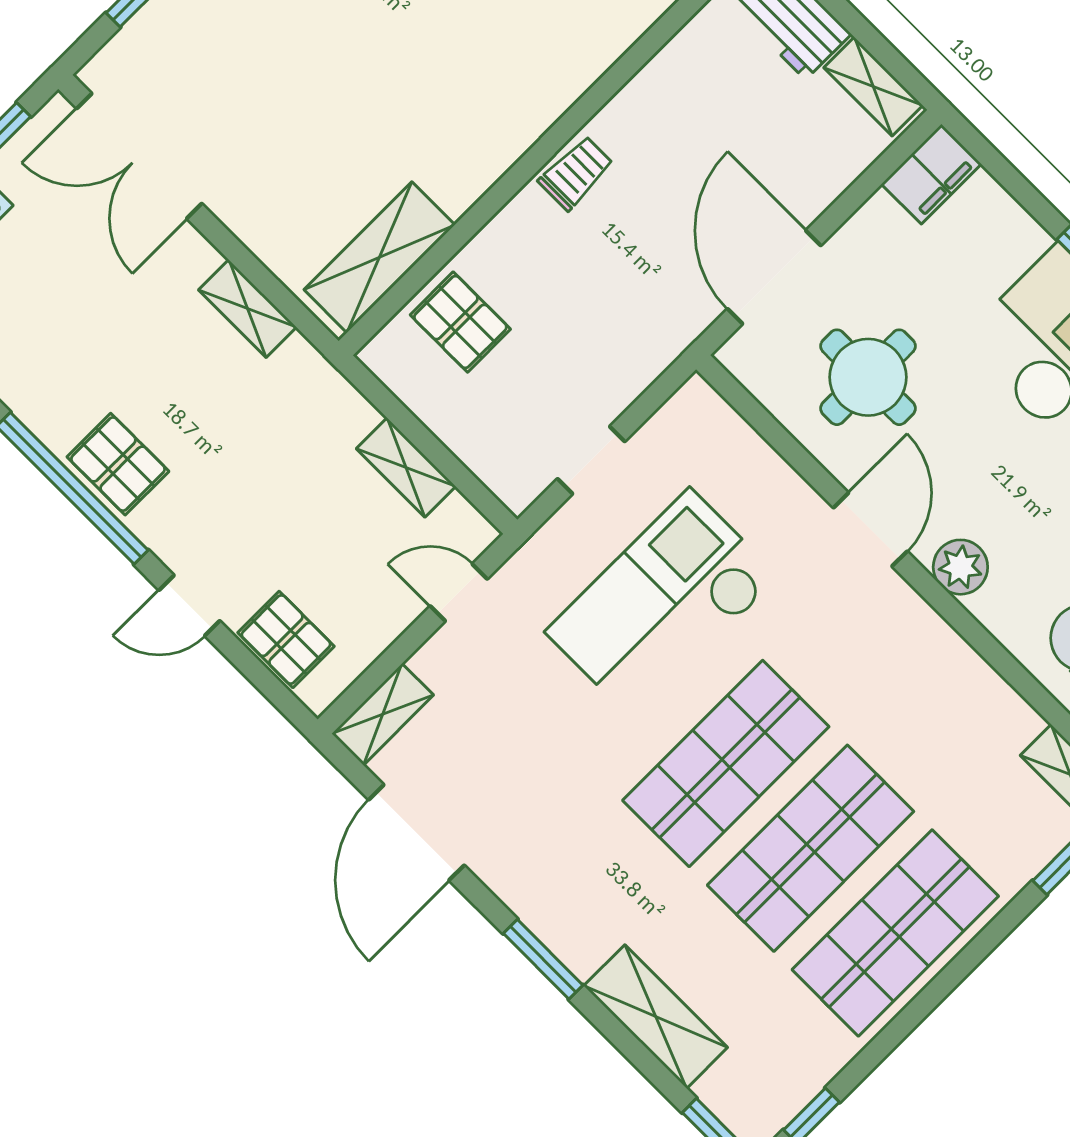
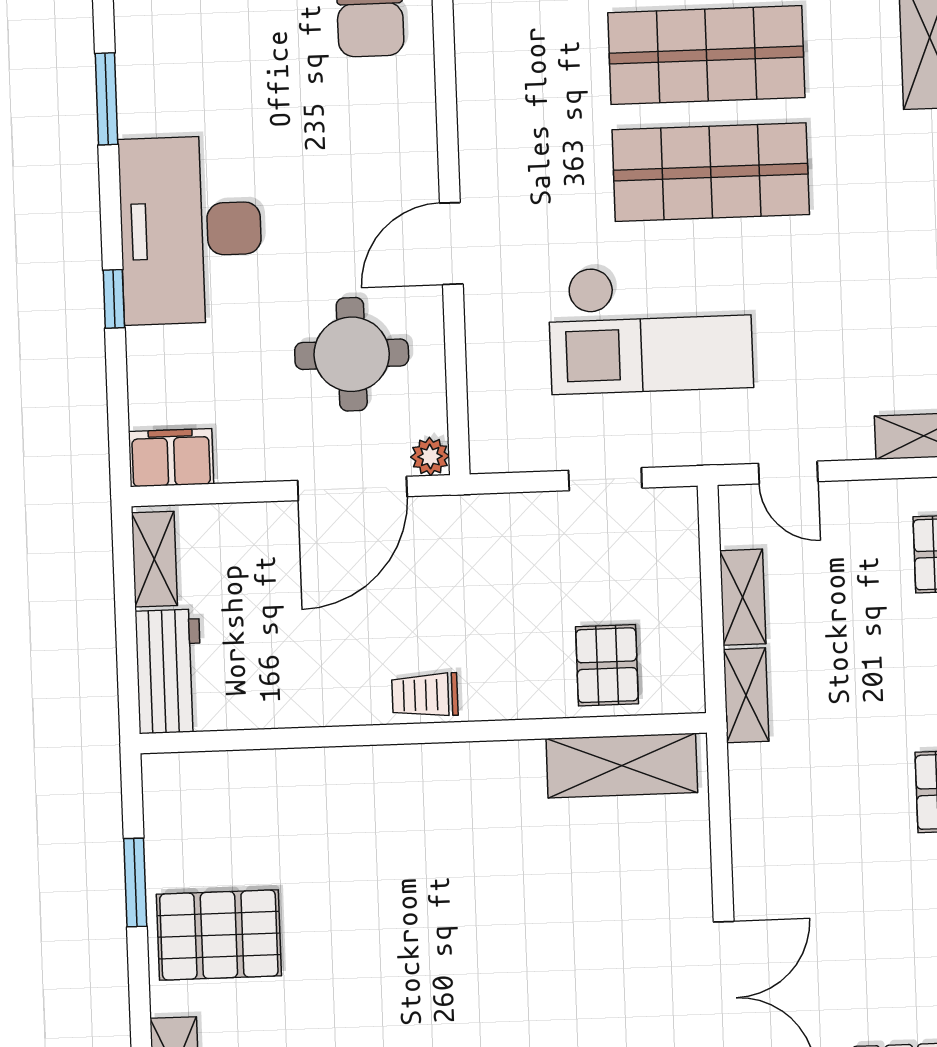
shelving: (247, 309) -> (746, 695), moved
plant: (960, 567) -> (430, 457), moved, width x0.73, depth x0.73

